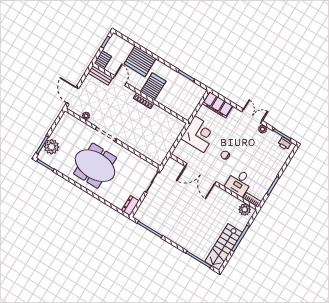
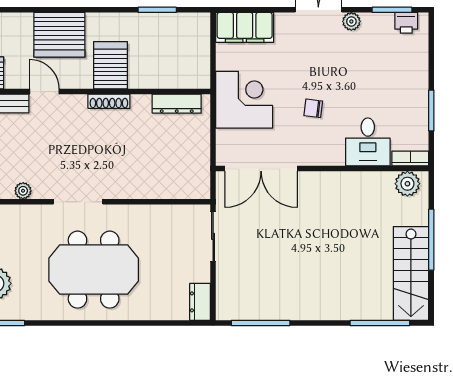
dresser: (171, 119) -> (177, 104), added
double door: (201, 174) -> (261, 169), moved

